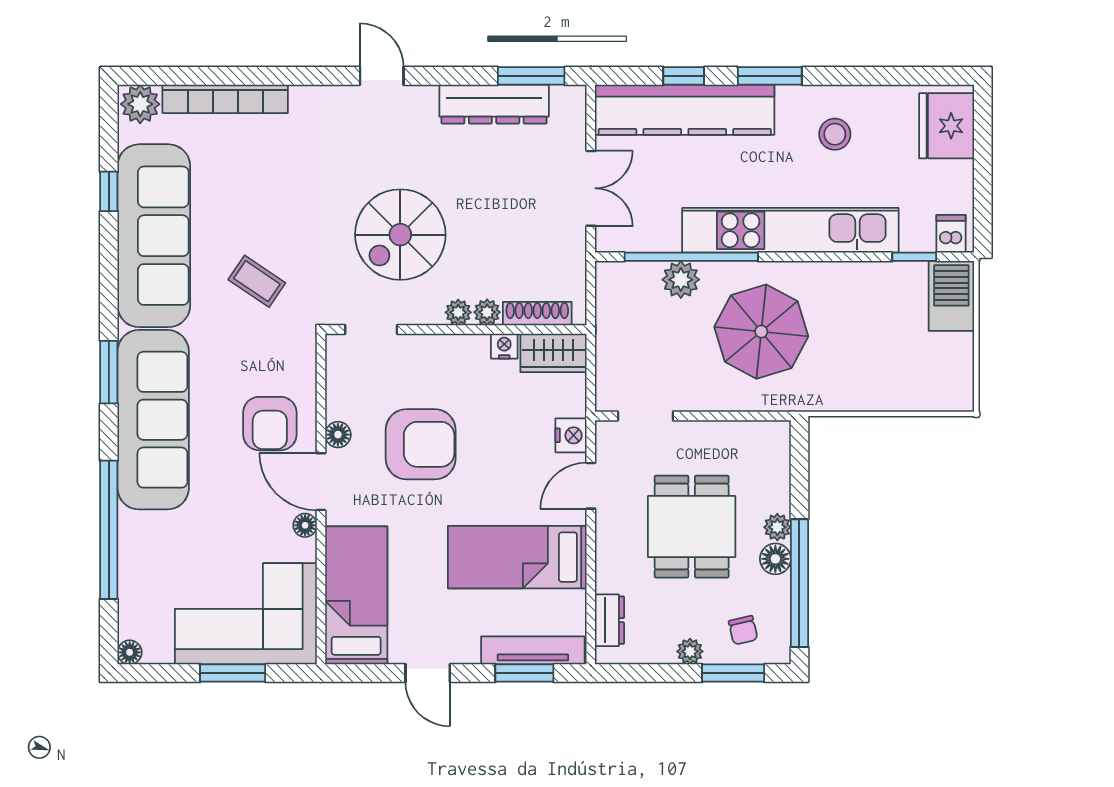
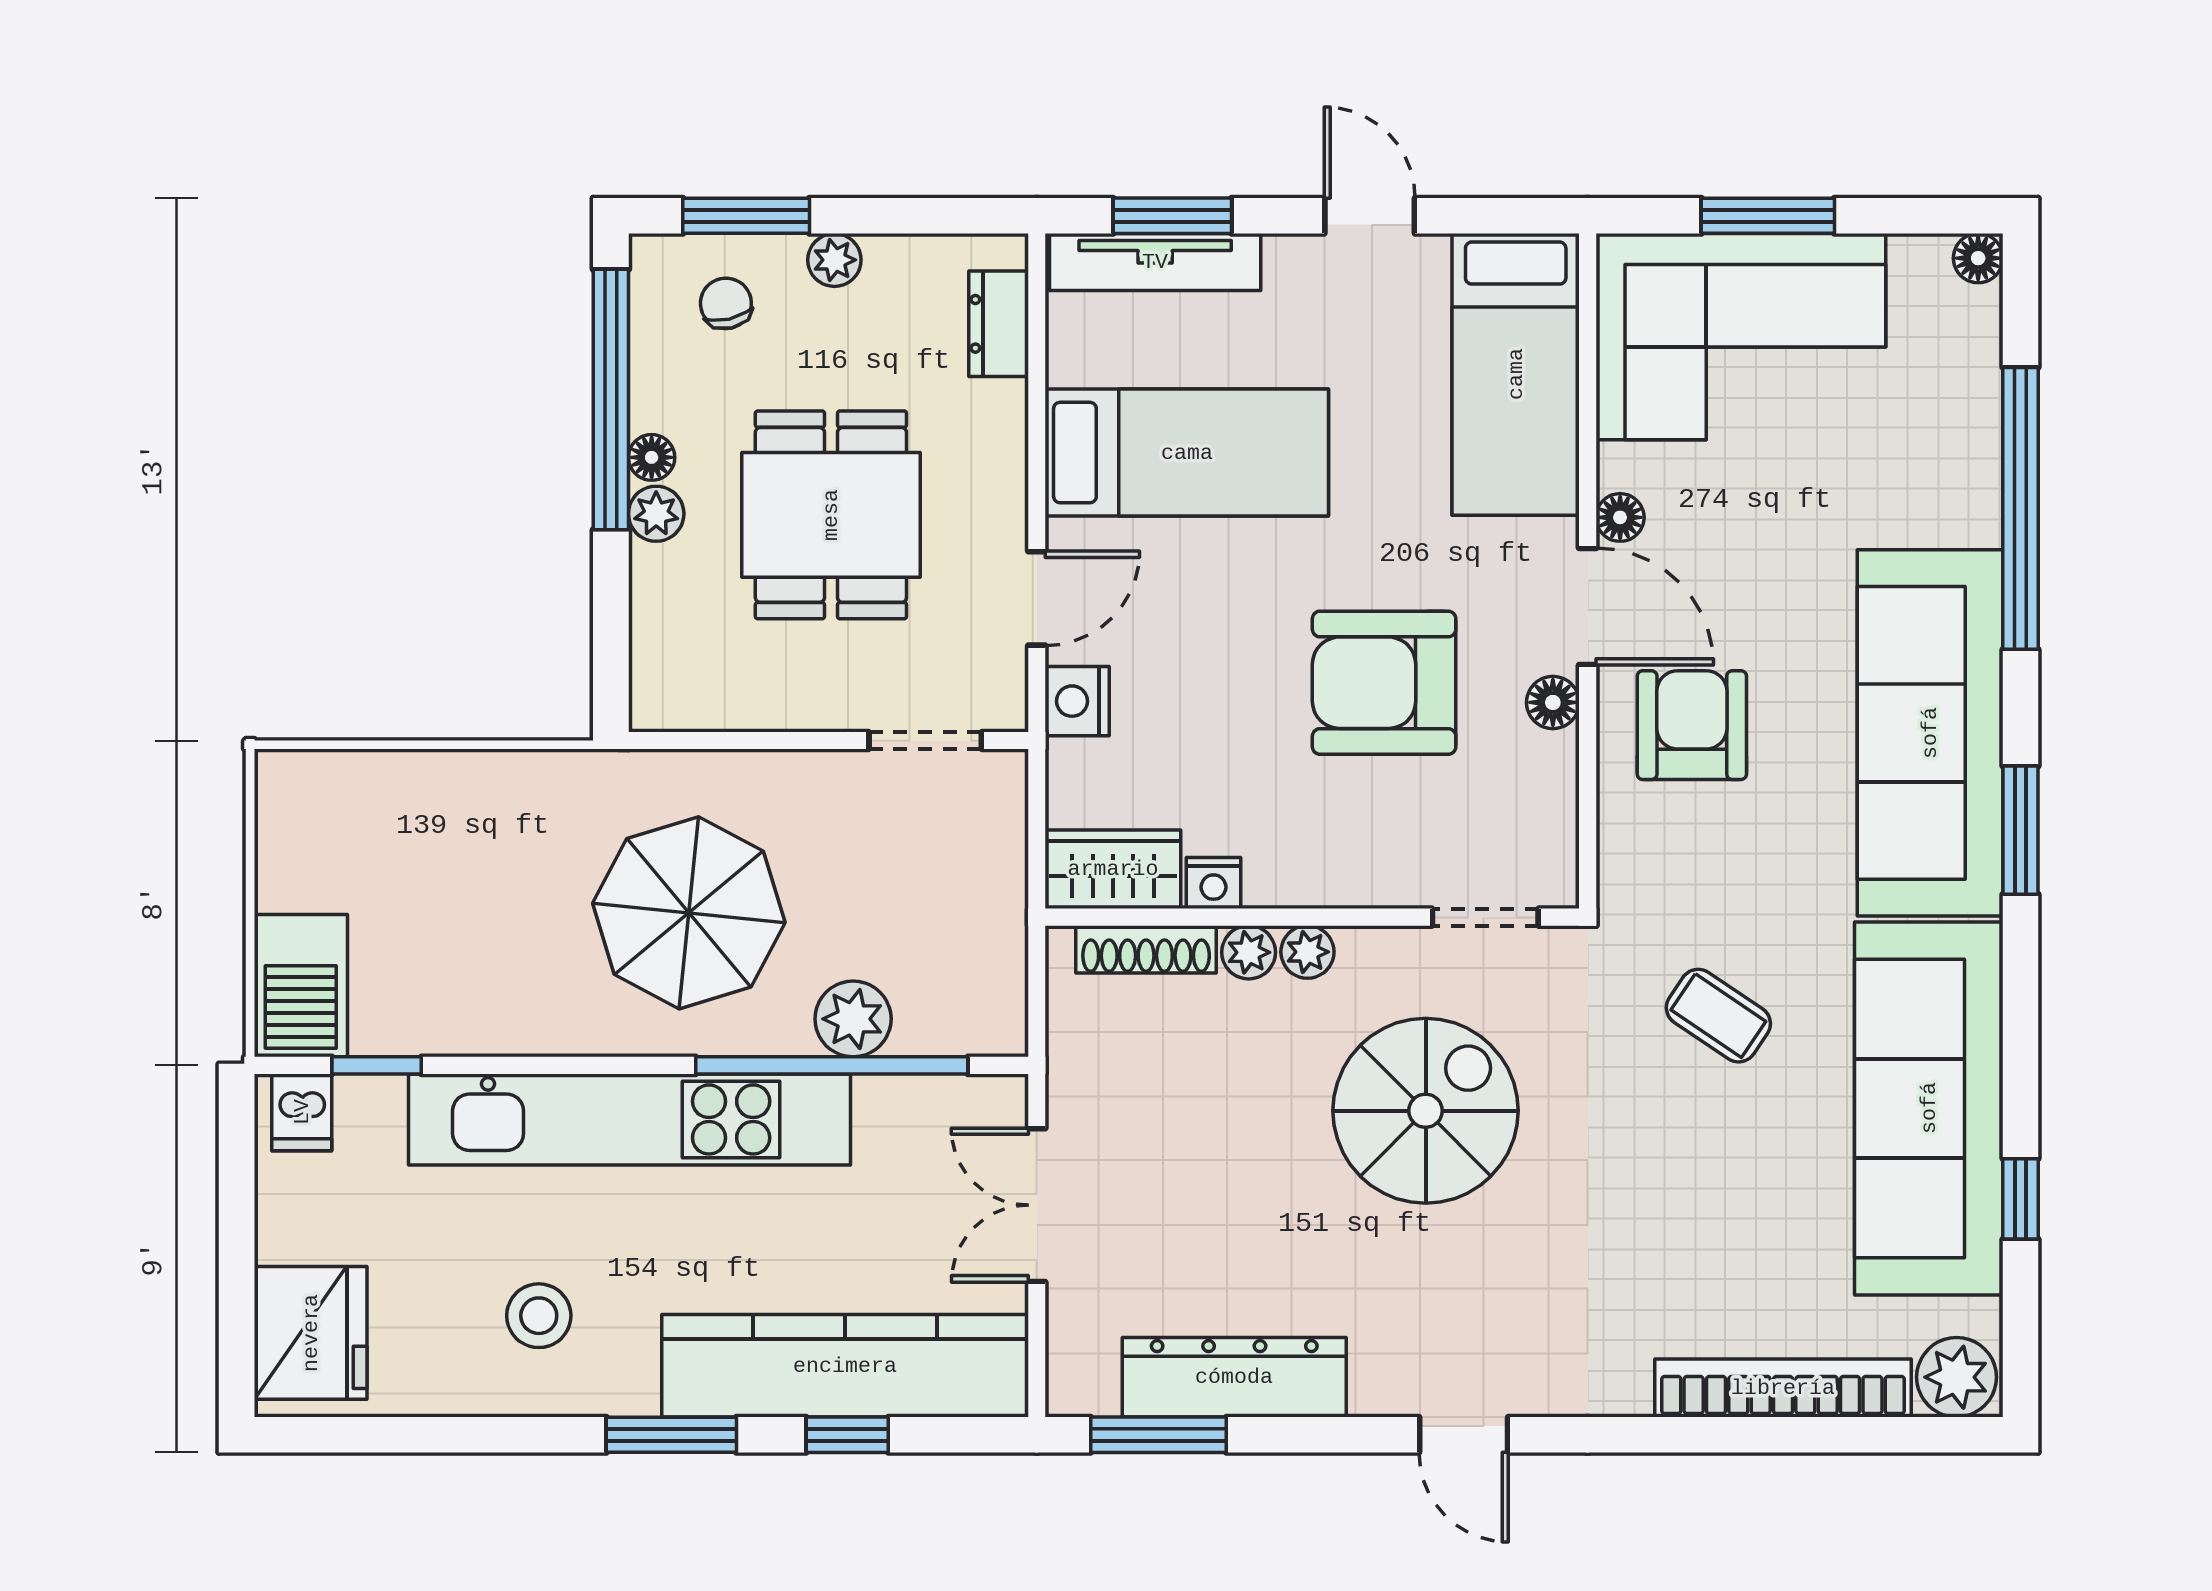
floor lamp: (775, 559) -> (652, 457), width x0.73, depth x0.73

